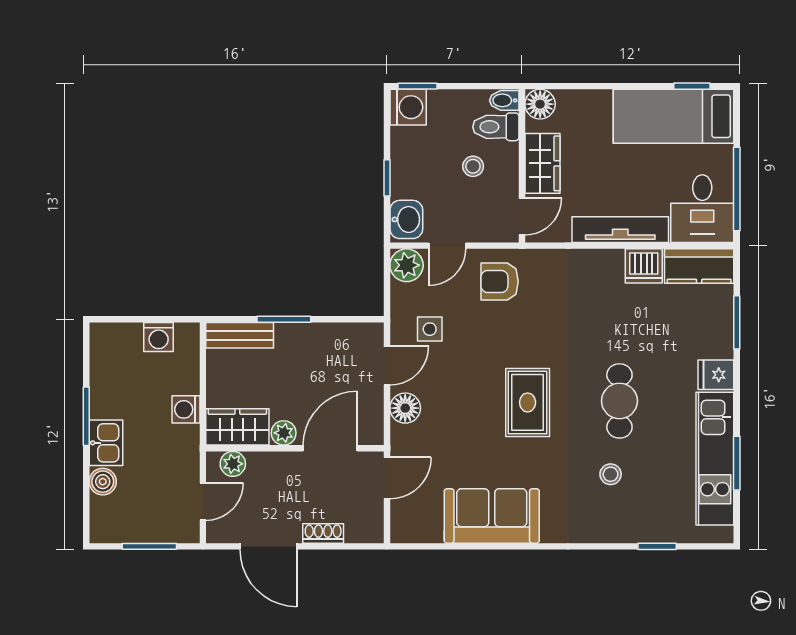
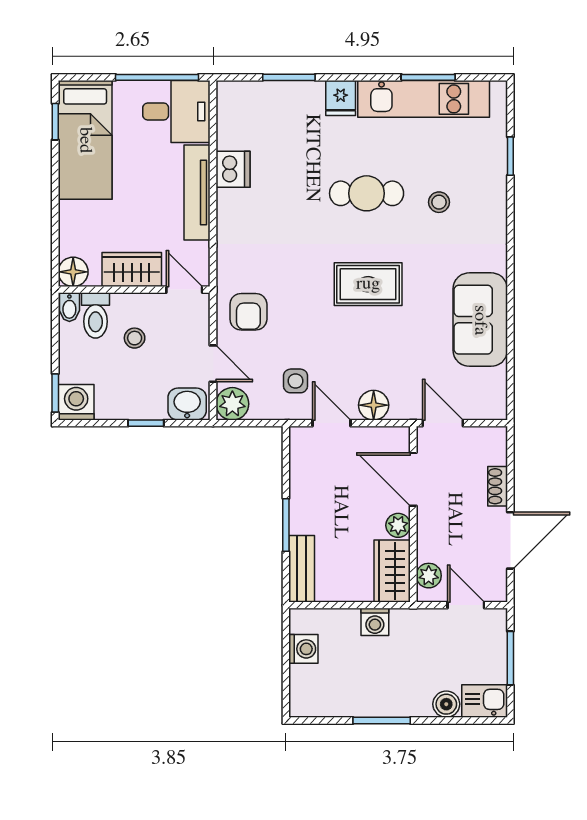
kitchen counter: (699, 266) -> (233, 115), removed
kitchen sink: (106, 443) -> (485, 701), moved

